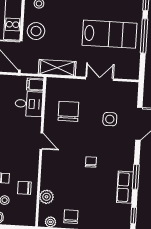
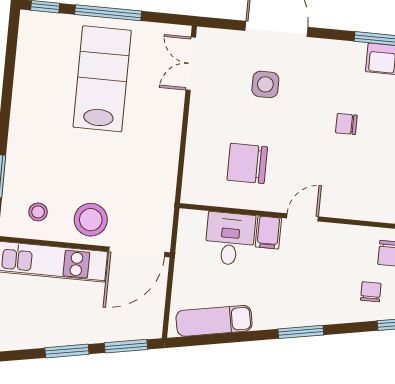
shelving: (57, 68) -> (163, 182), removed
double door: (99, 79) -> (191, 64), moved
filing cabinet: (35, 85) -> (268, 232), moved

